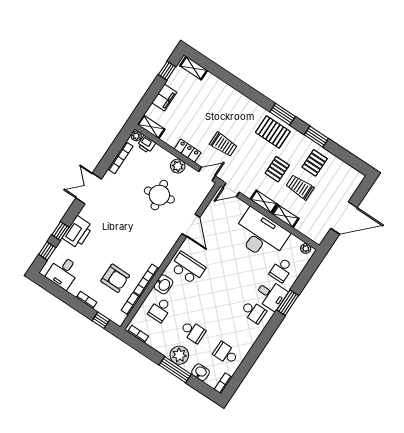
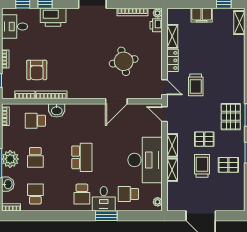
shelving: (151, 127) -> (172, 36), moved
plant: (178, 166) -> (156, 61), removed
school desk: (188, 268) -> (82, 157), moved

